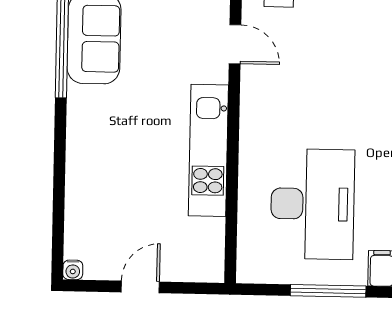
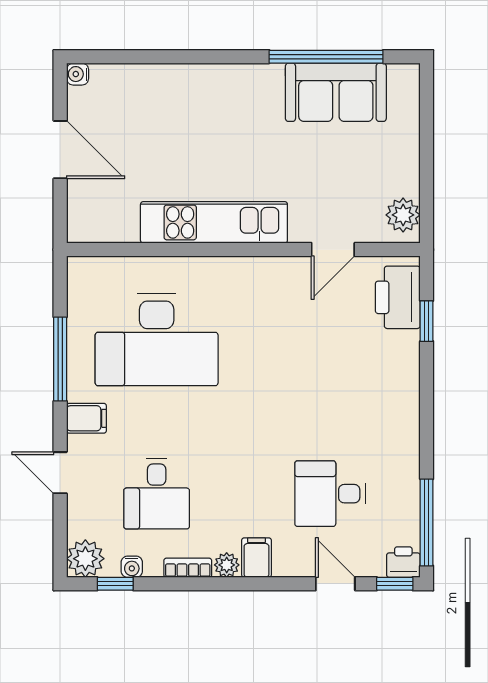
door: (140, 287) -> (60, 150), width x1.38

